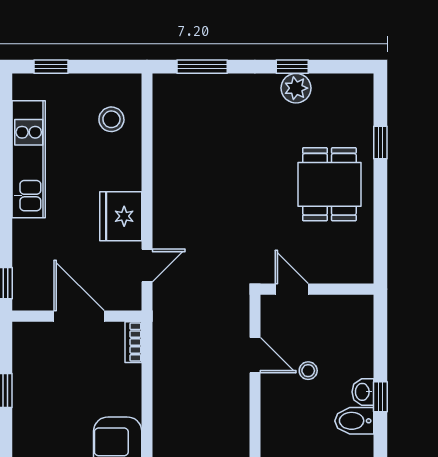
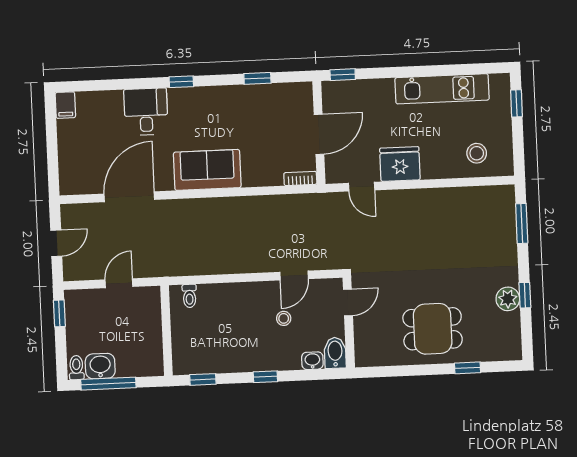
washbasin: (363, 392) -> (312, 361), moved
bidet: (354, 421) -> (335, 353), moved

